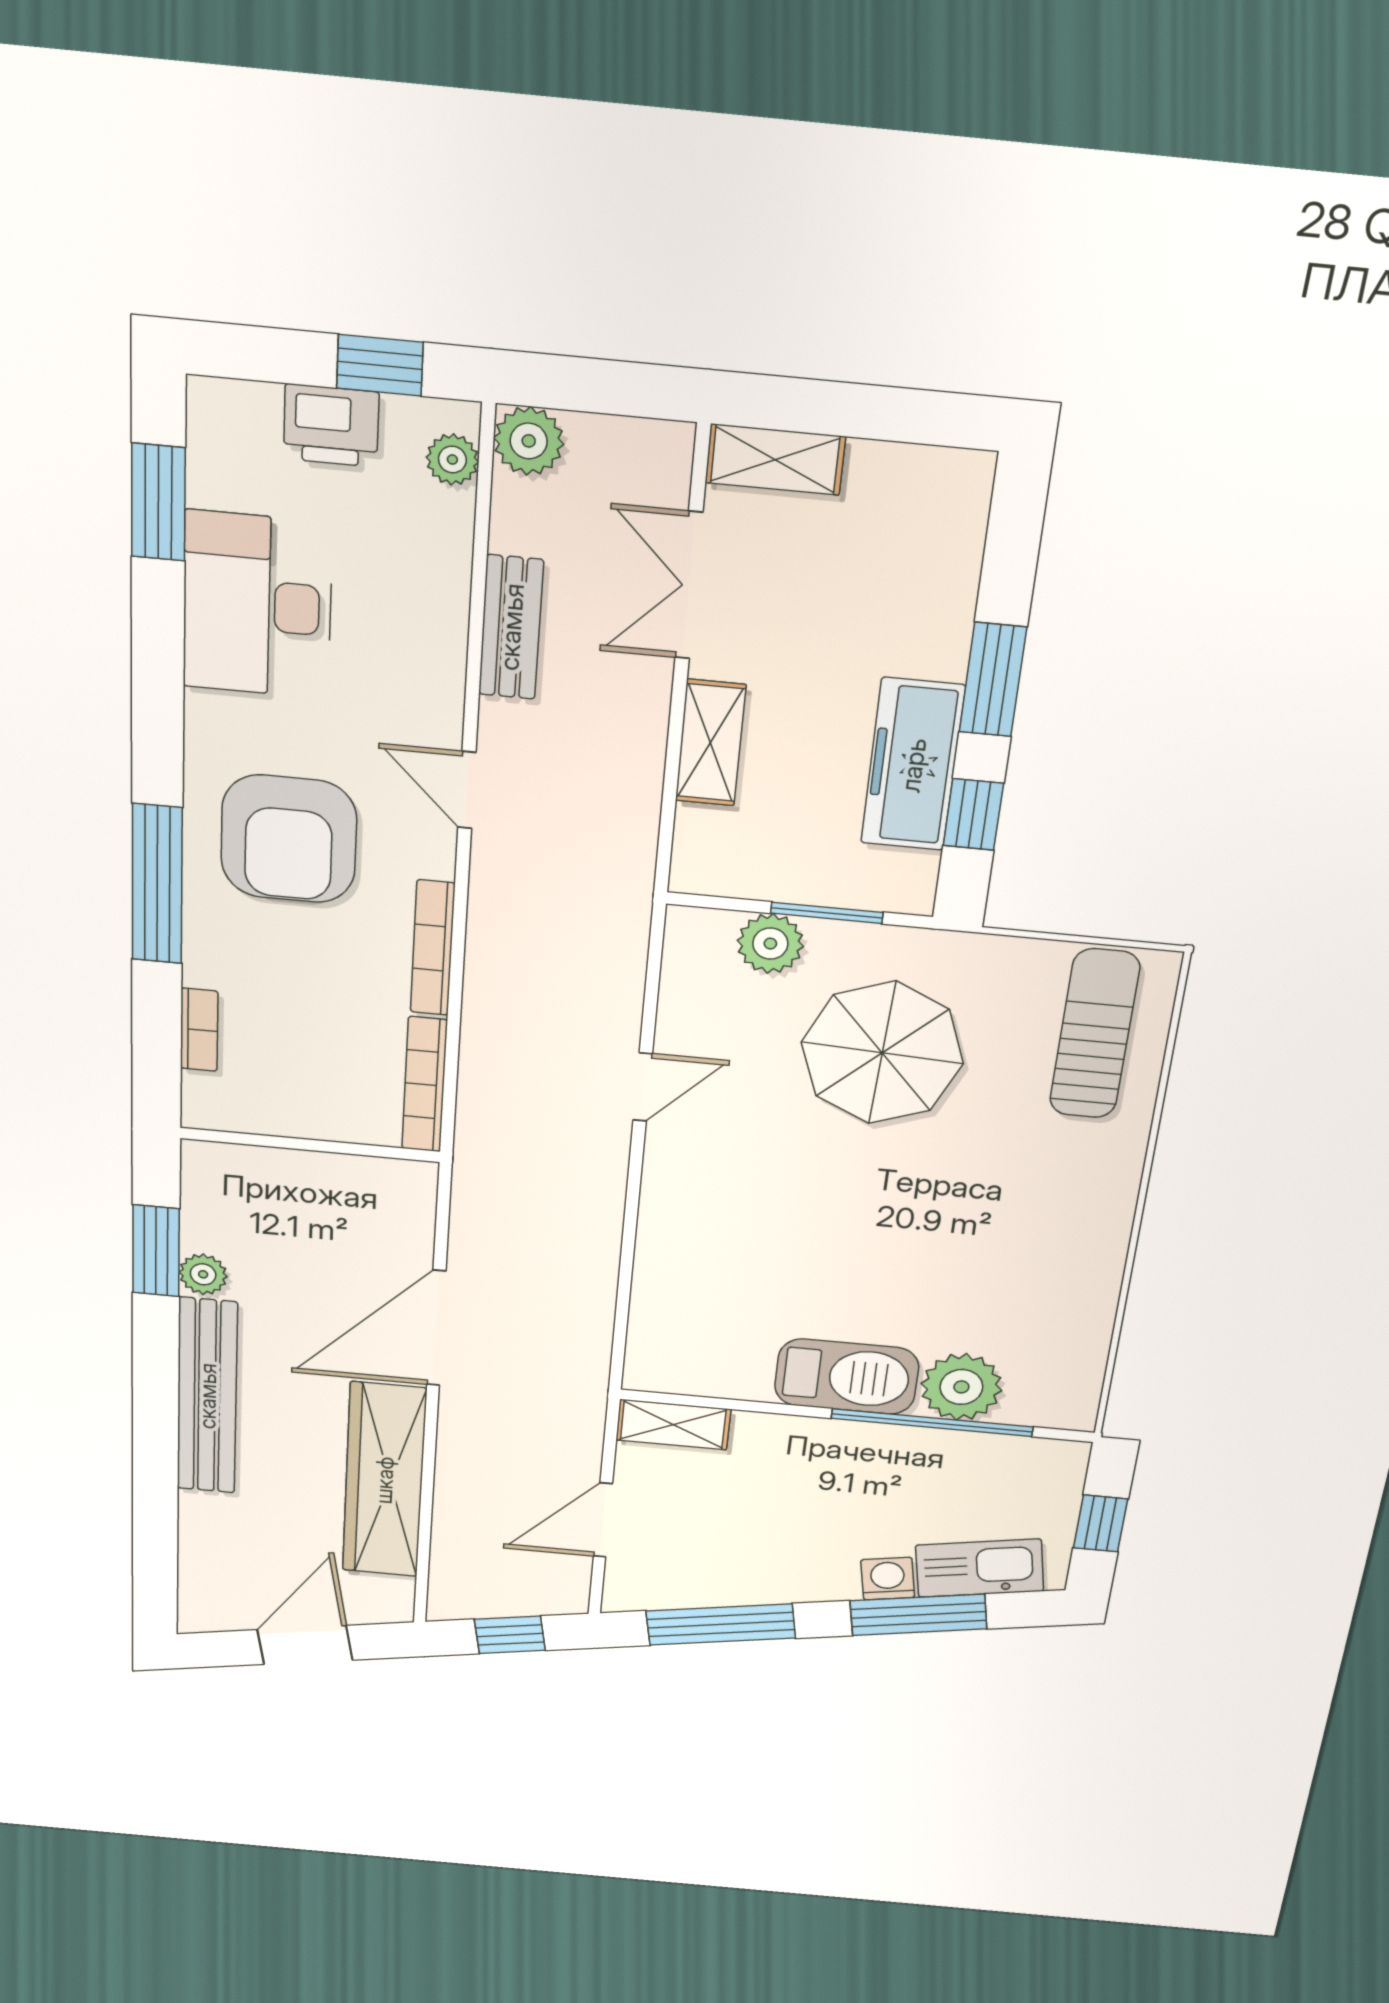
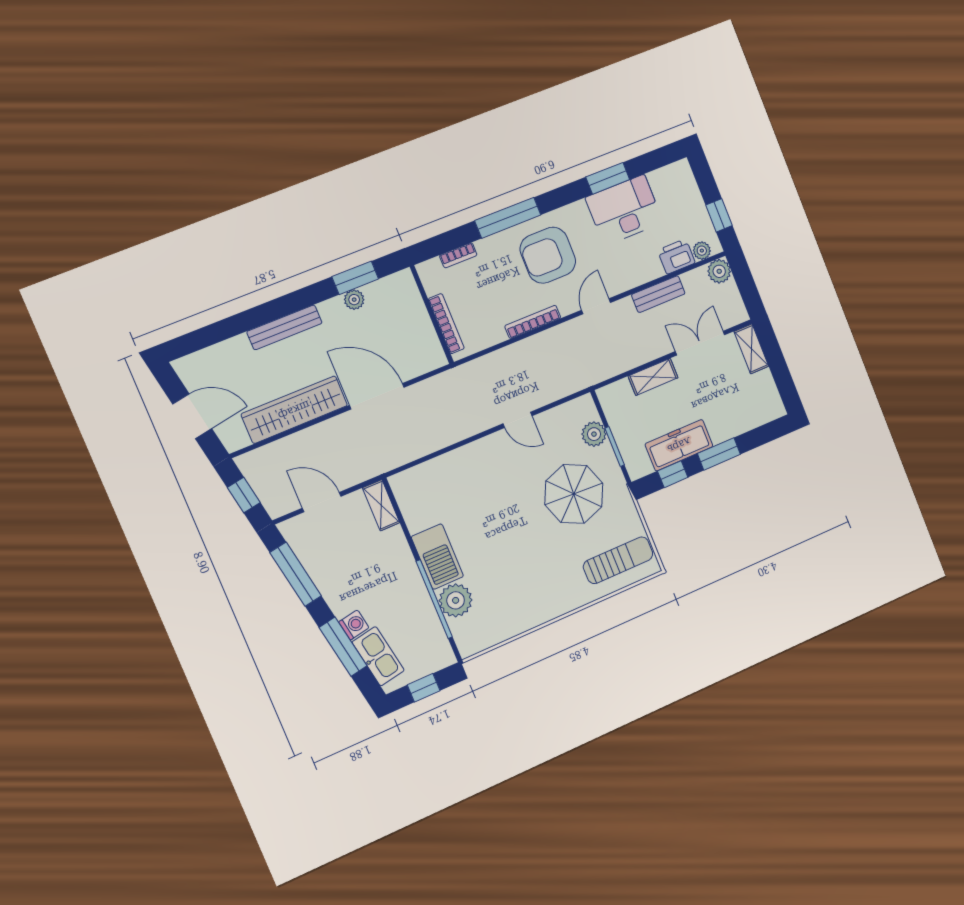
printer: (331, 426) -> (676, 256), moved, turned 90
window: (158, 502) -> (608, 178), moved
bookcase: (425, 1085) -> (446, 324), moved, turned 90
bench: (207, 1396) -> (284, 327), width x0.73, depth x0.82

